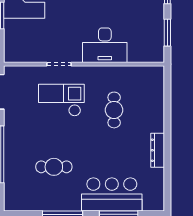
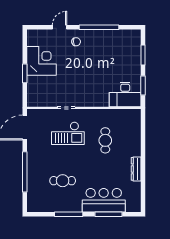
desk: (105, 45) -> (125, 94), moved
checkout: (61, 100) -> (68, 133), turned 180

